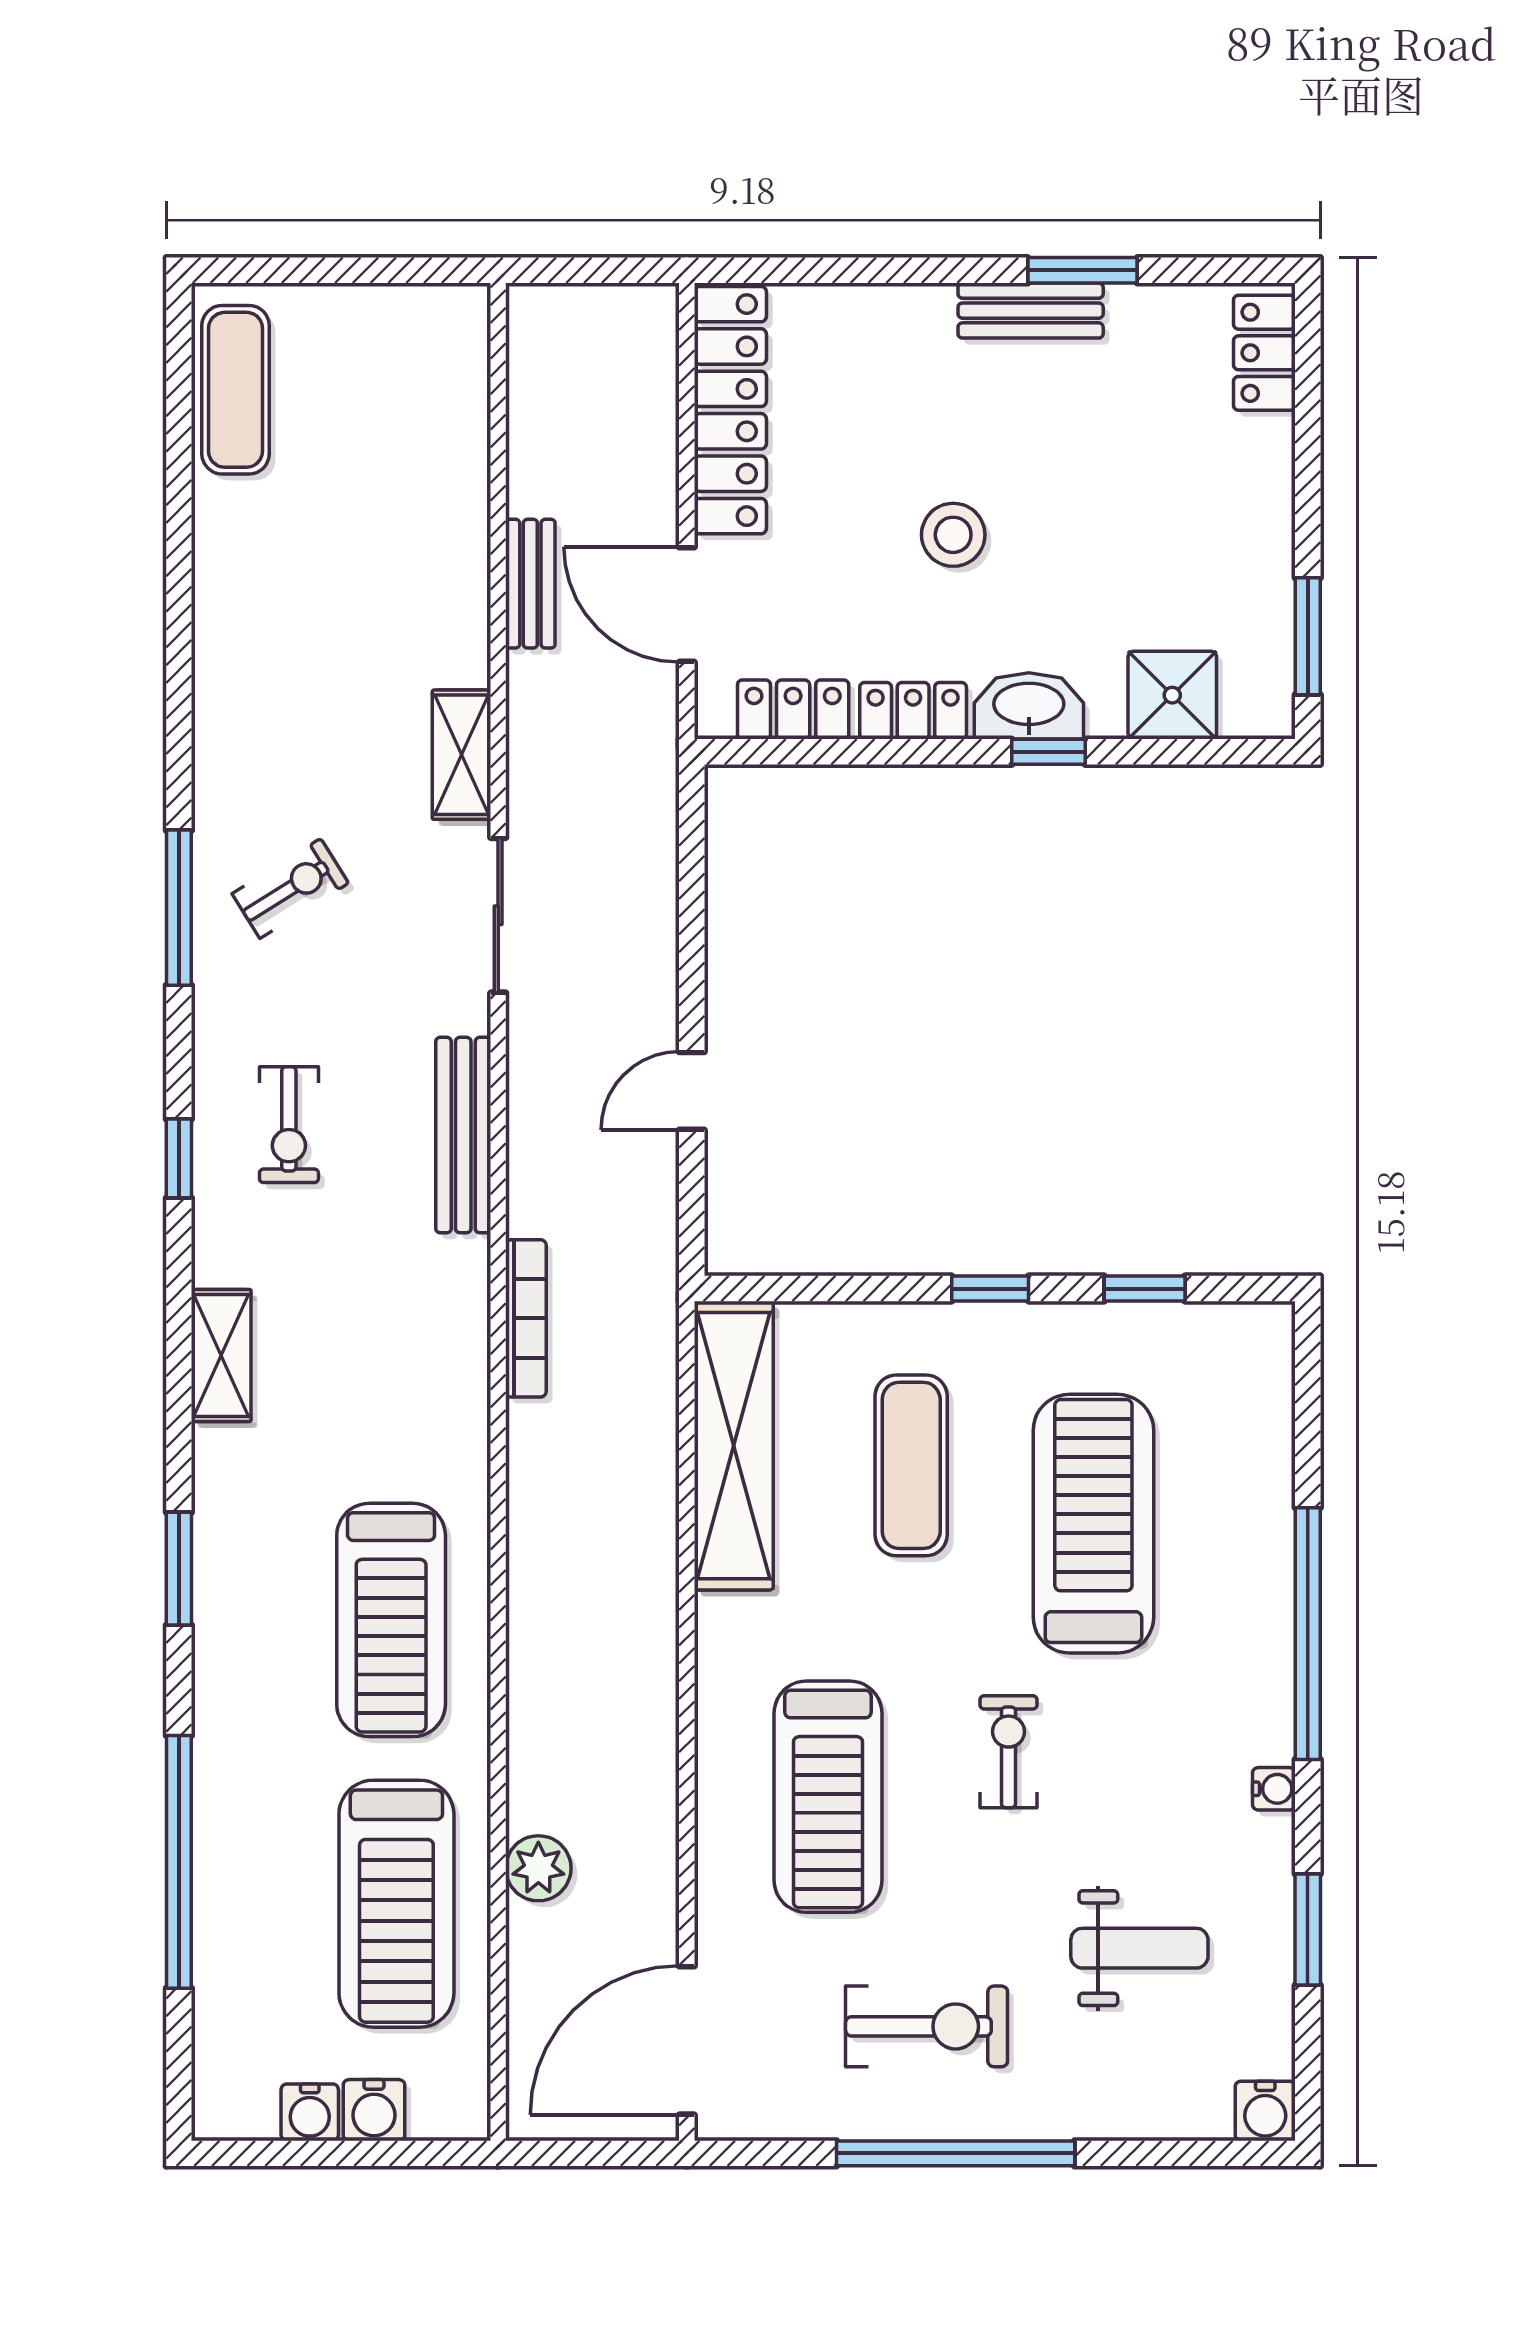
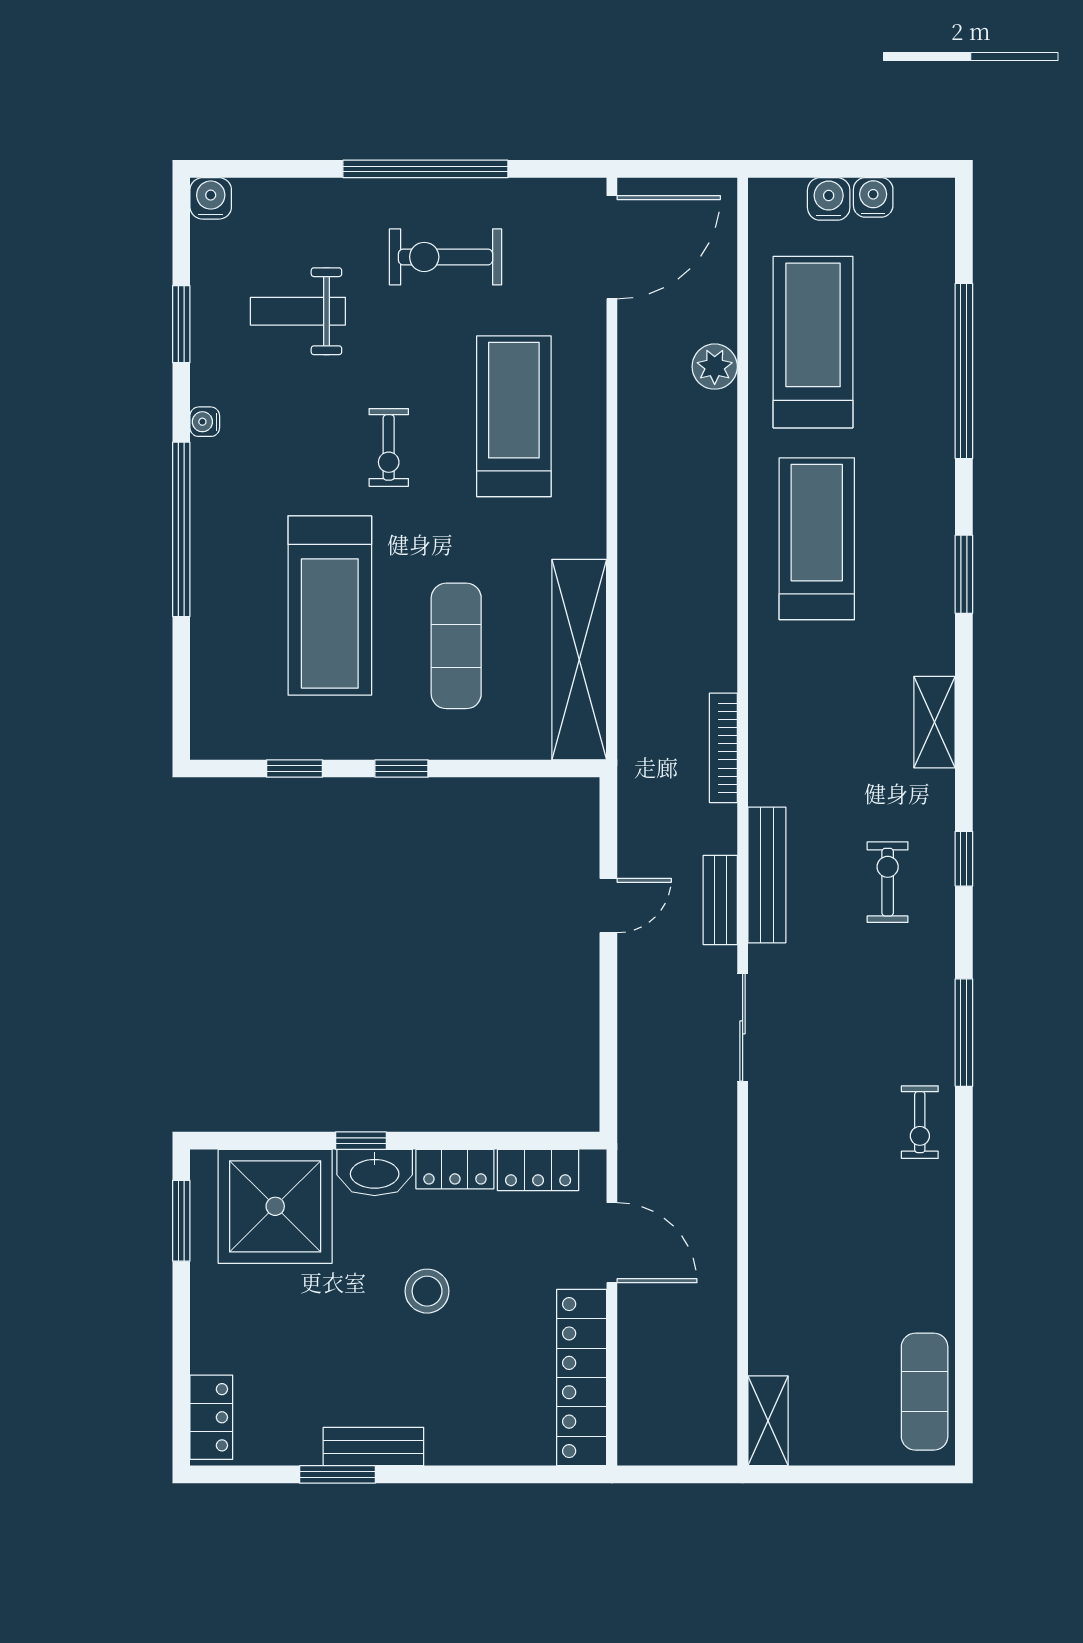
bench: (530, 584) -> (720, 900), moved
shower: (1172, 695) -> (275, 1206), width x1.86, depth x1.86
shelving: (461, 755) -> (768, 1421), moved
exercise bike: (290, 888) -> (920, 1122), moved, turned -58

